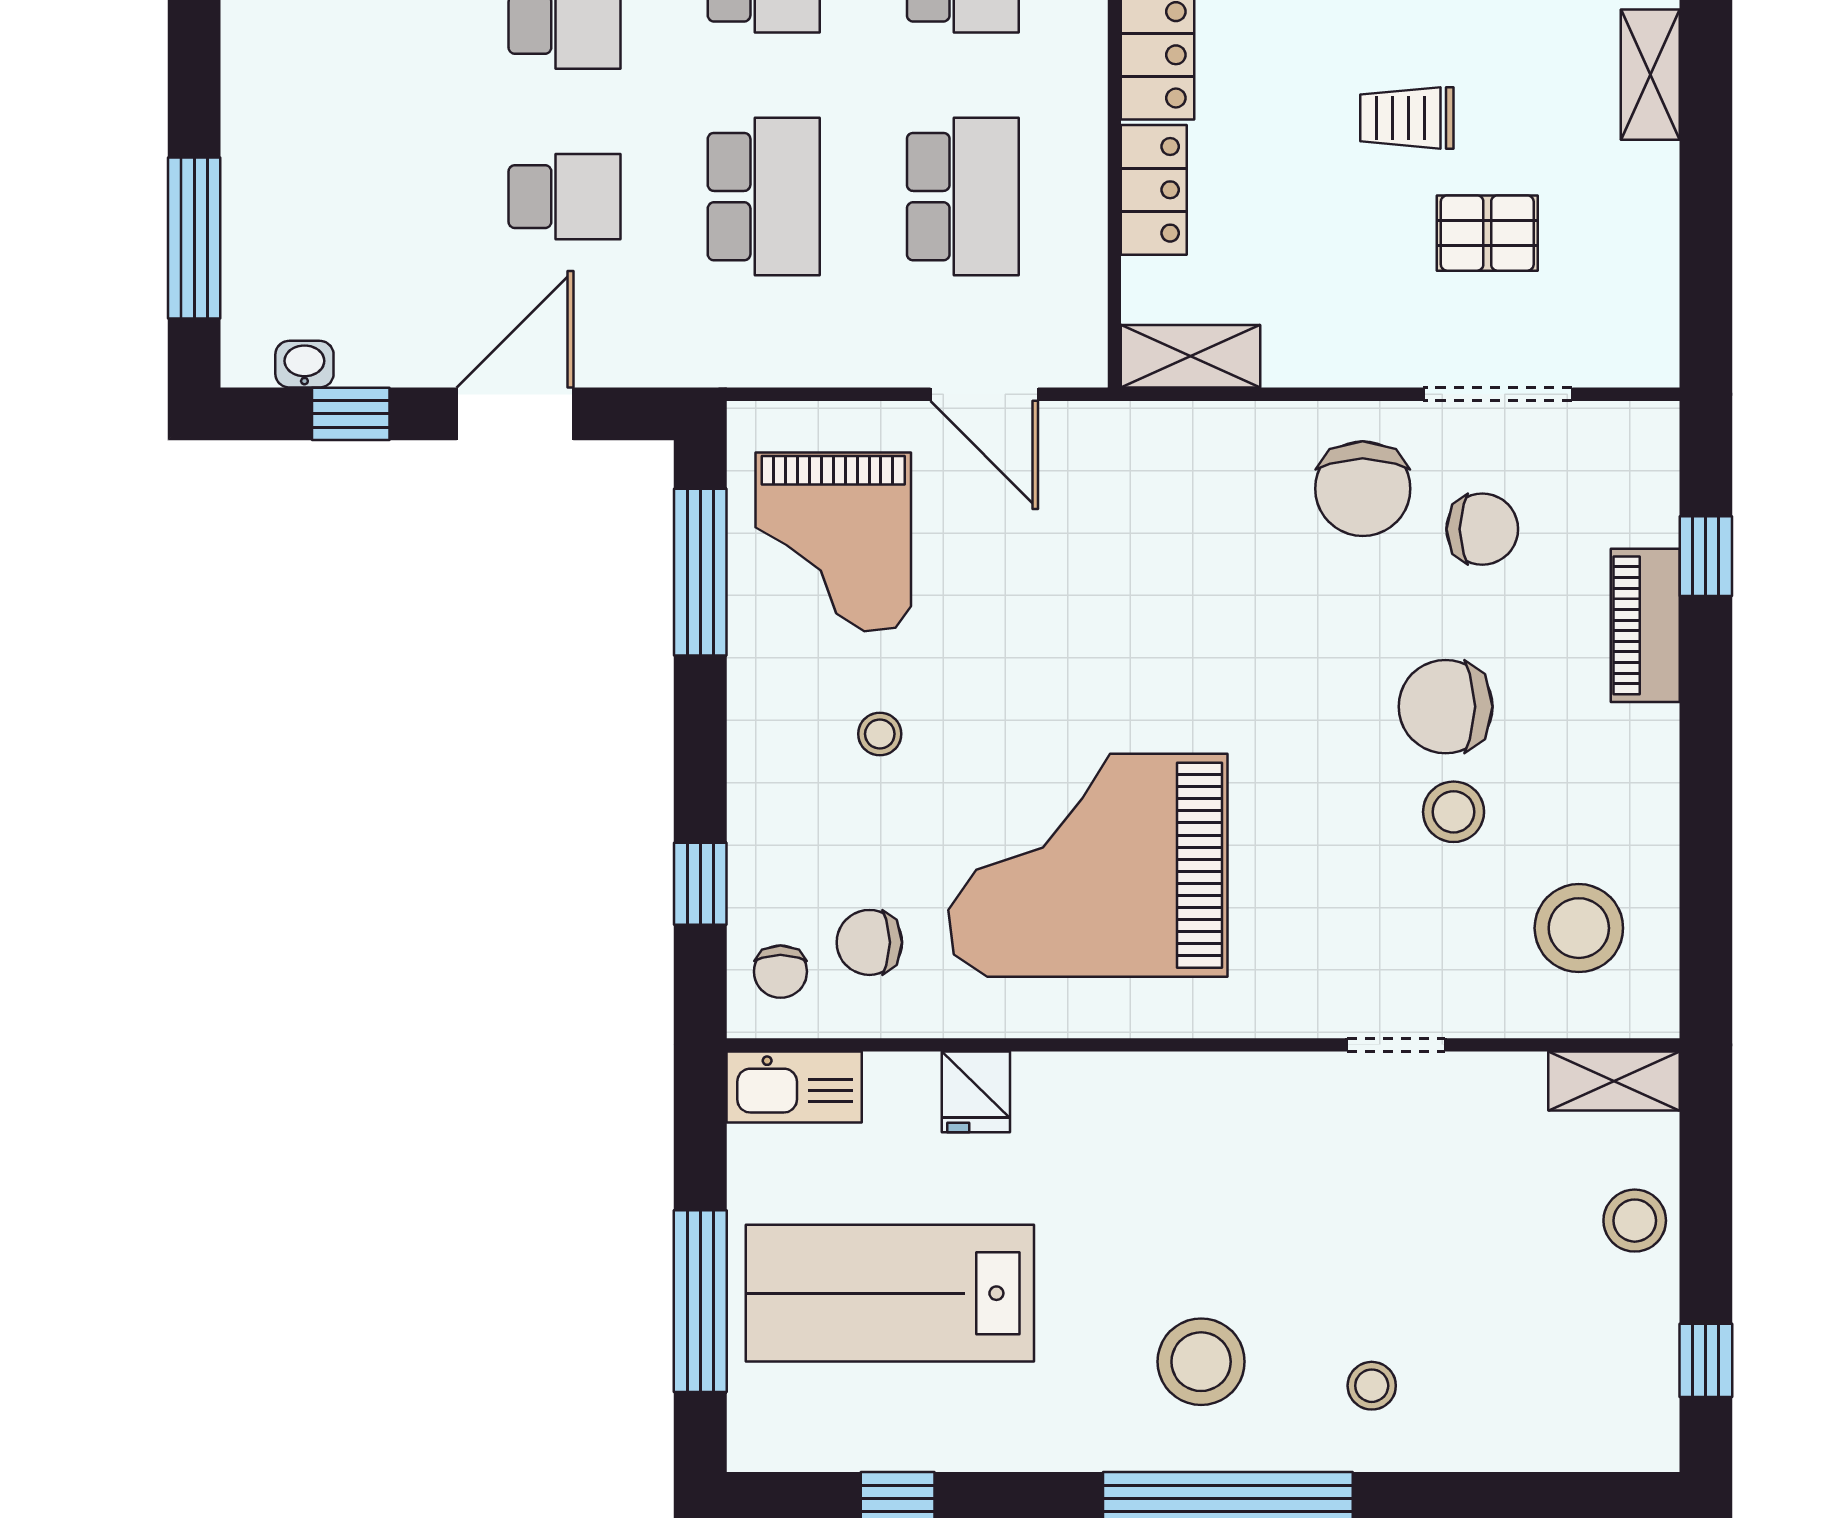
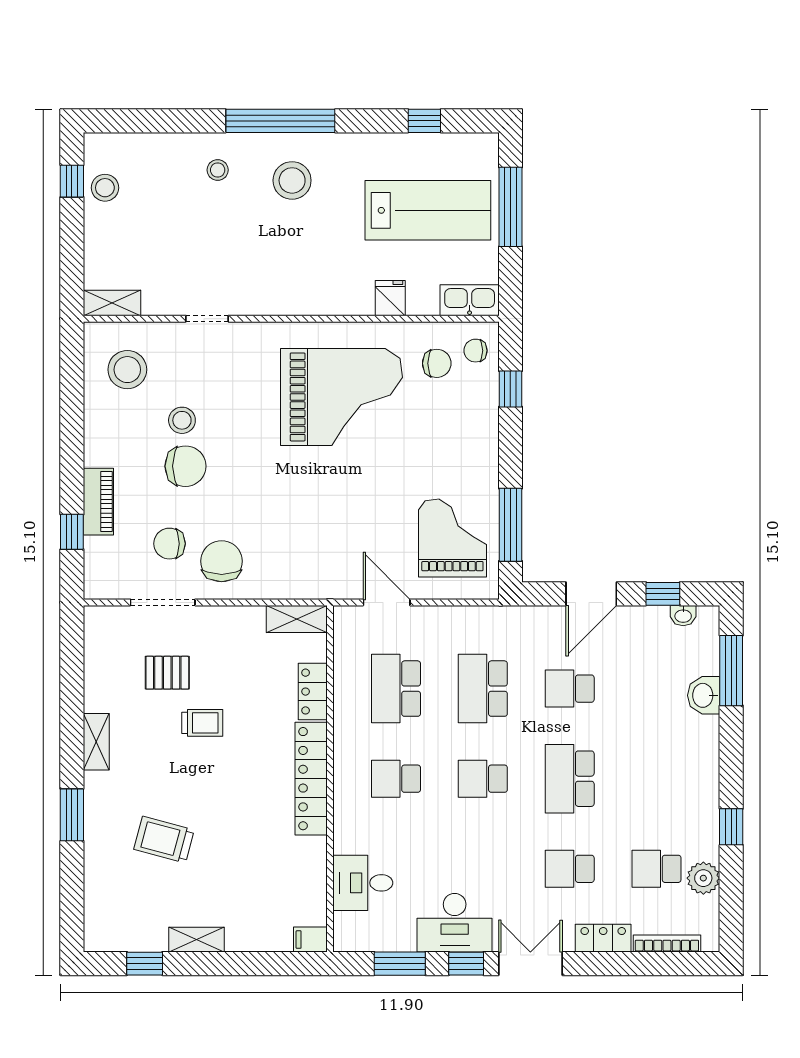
washbasin: (257, 181) -> (704, 695), added
stool: (880, 734) -> (432, 454), removed
chair: (780, 972) -> (475, 351), turned -90
stool: (1635, 1221) -> (105, 188), moved

